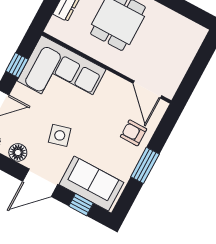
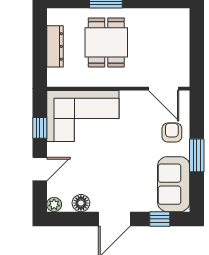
armchair: (134, 133) -> (172, 132), turned 90
side table: (60, 135) -> (109, 169), removed
sofa: (91, 183) -> (174, 184), moved, turned -90

